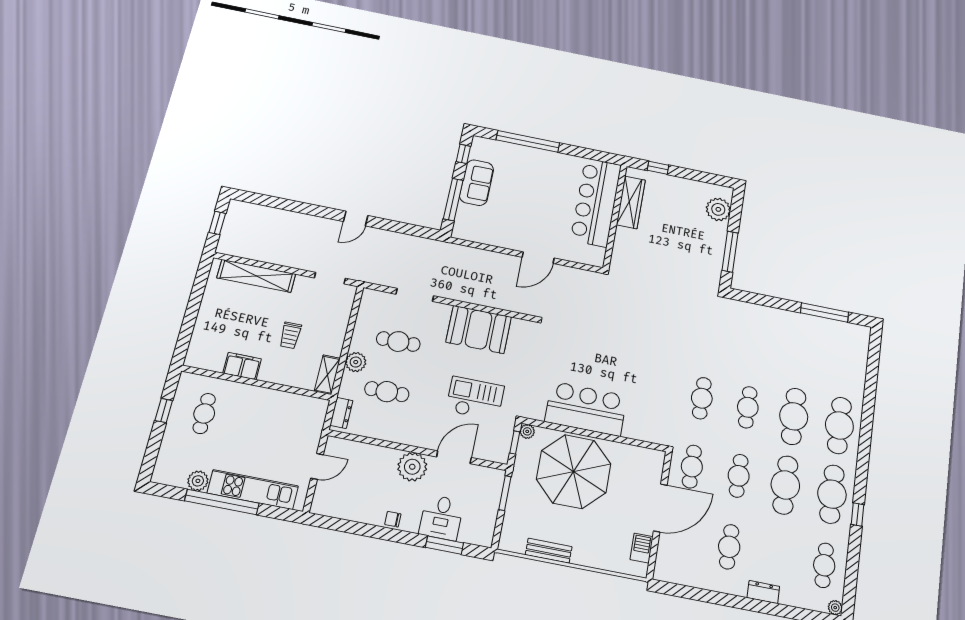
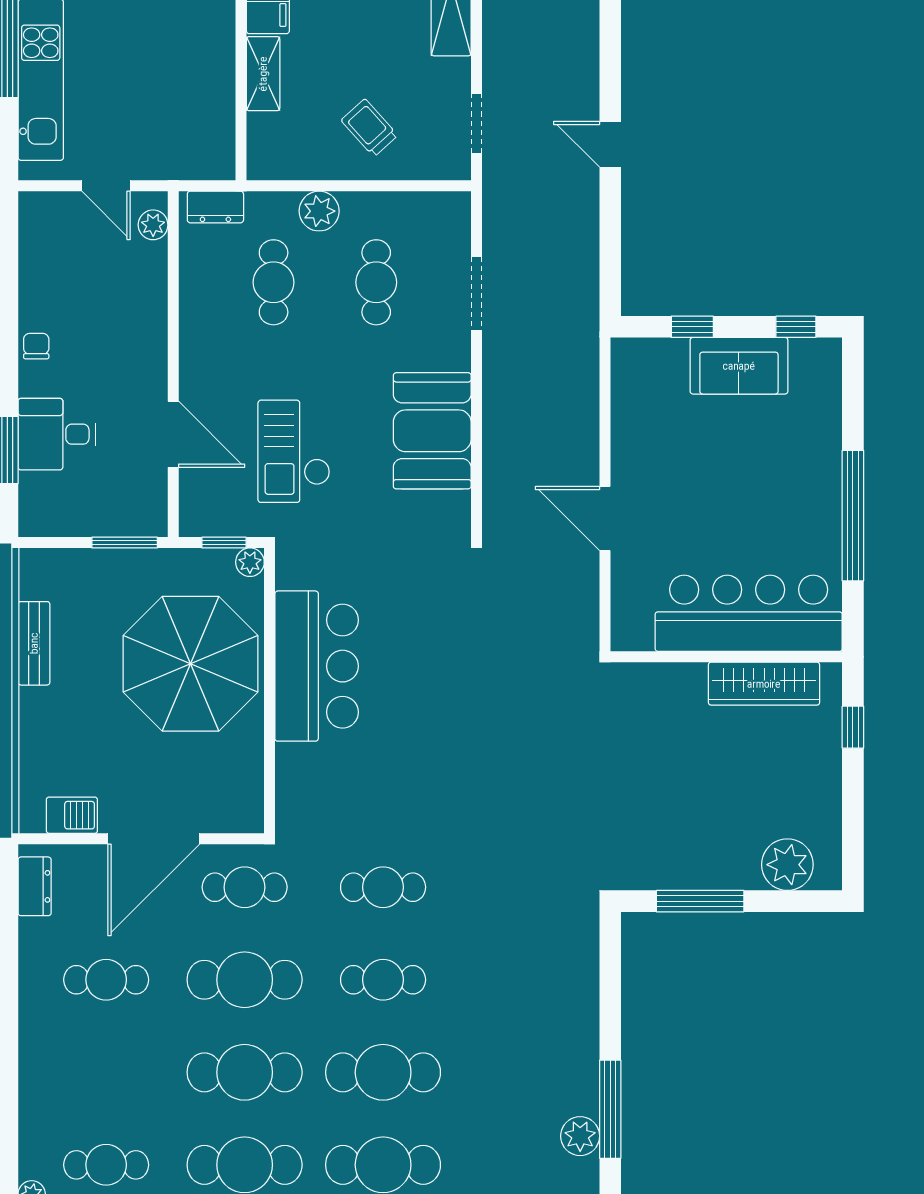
window: (528, 141) -> (853, 516), moved
window: (453, 199) -> (692, 327), width x0.46
plant: (836, 329) -> (580, 1136), added
trolley: (290, 335) -> (369, 128), moved, turned 48
shelving: (327, 375) -> (263, 74), moved, turned 90
checkout: (475, 399) -> (294, 451), turned 180
plant: (412, 467) -> (153, 225), moved, width x0.53, depth x0.53
cafe table: (739, 476) -> (245, 980), width x1.37, depth x1.35
door: (660, 508) -> (154, 839), hinge flipped
dresser: (763, 592) -> (35, 886), moved

